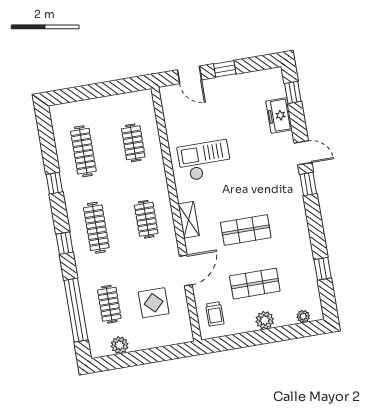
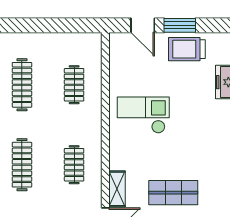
window: (225, 69) -> (180, 25), width x1.50
trolley: (235, 90) -> (187, 49), added
shelving: (189, 220) -> (117, 189), moved

